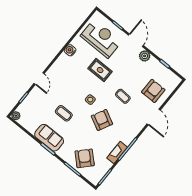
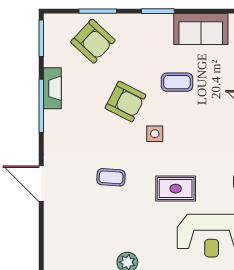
armchair: (153, 91) -> (73, 221), removed
armchair: (102, 120) -> (125, 102), moved
sofa: (49, 138) -> (201, 29), moved

